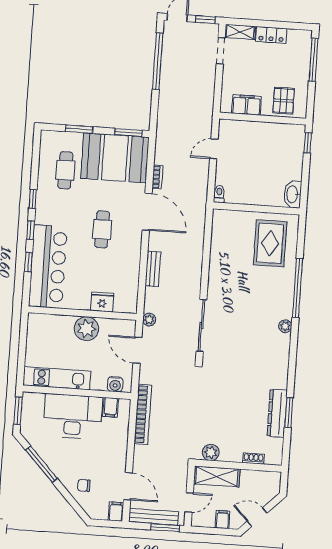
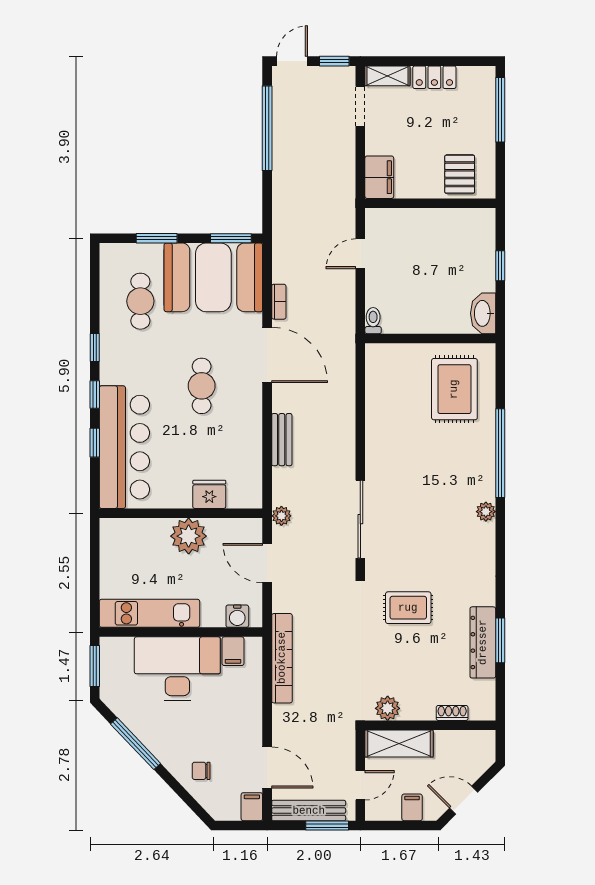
filing cabinet: (246, 105) -> (379, 177), moved, turned 90
window: (308, 143) -> (500, 266), moved
rug: (229, 387) -> (408, 608), added

